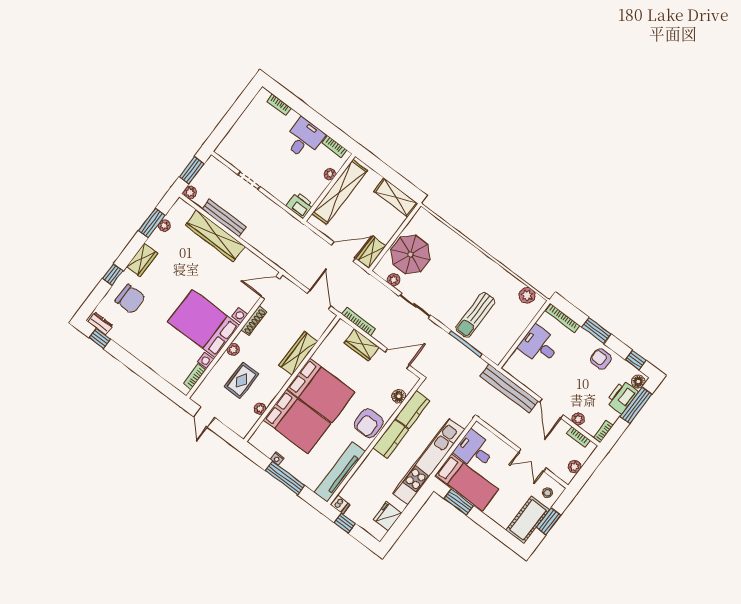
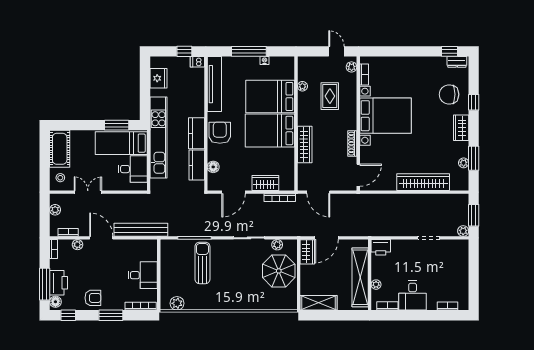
plant: (190, 192) -> (463, 231), moved
bench: (224, 218) -> (426, 199), removed
plant: (233, 350) -> (352, 67), moved
window: (548, 521) -> (45, 159), removed

